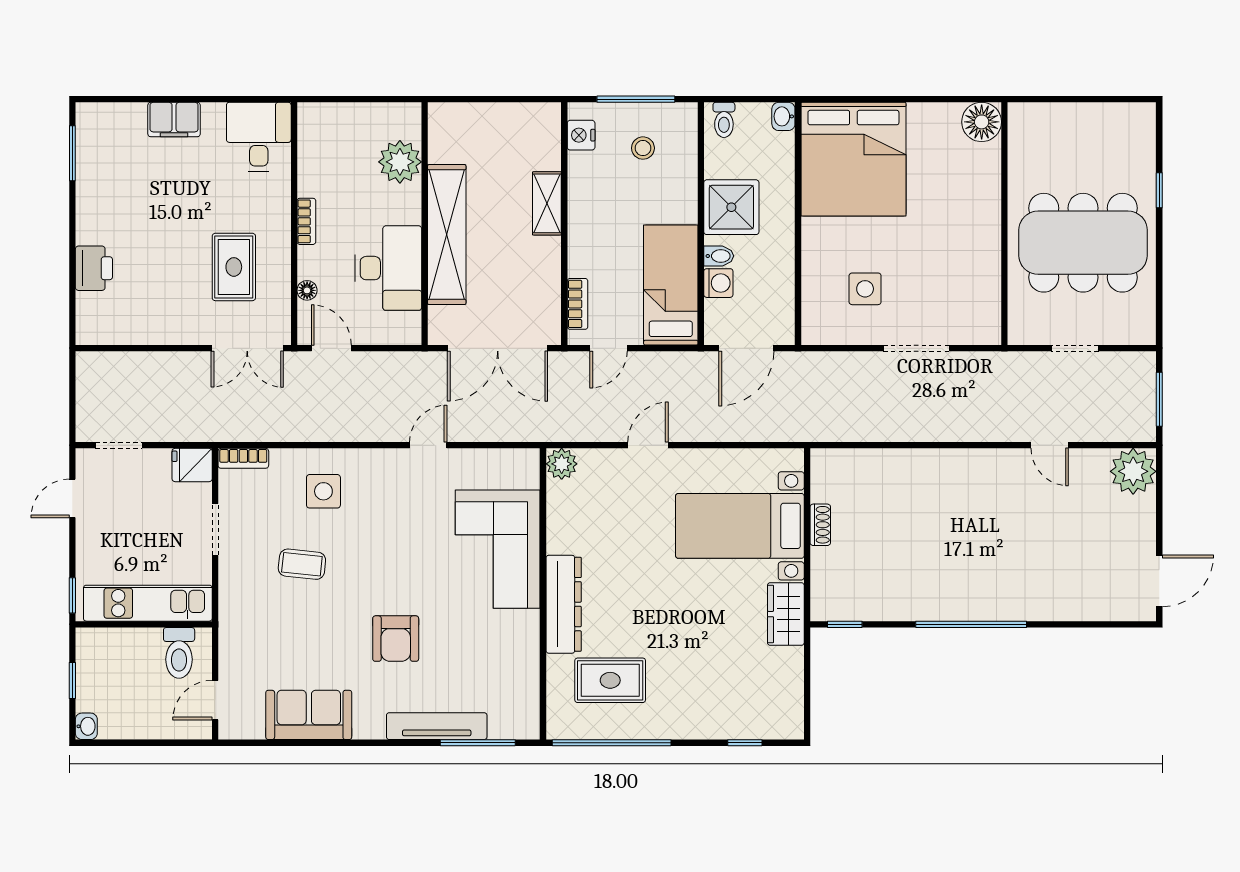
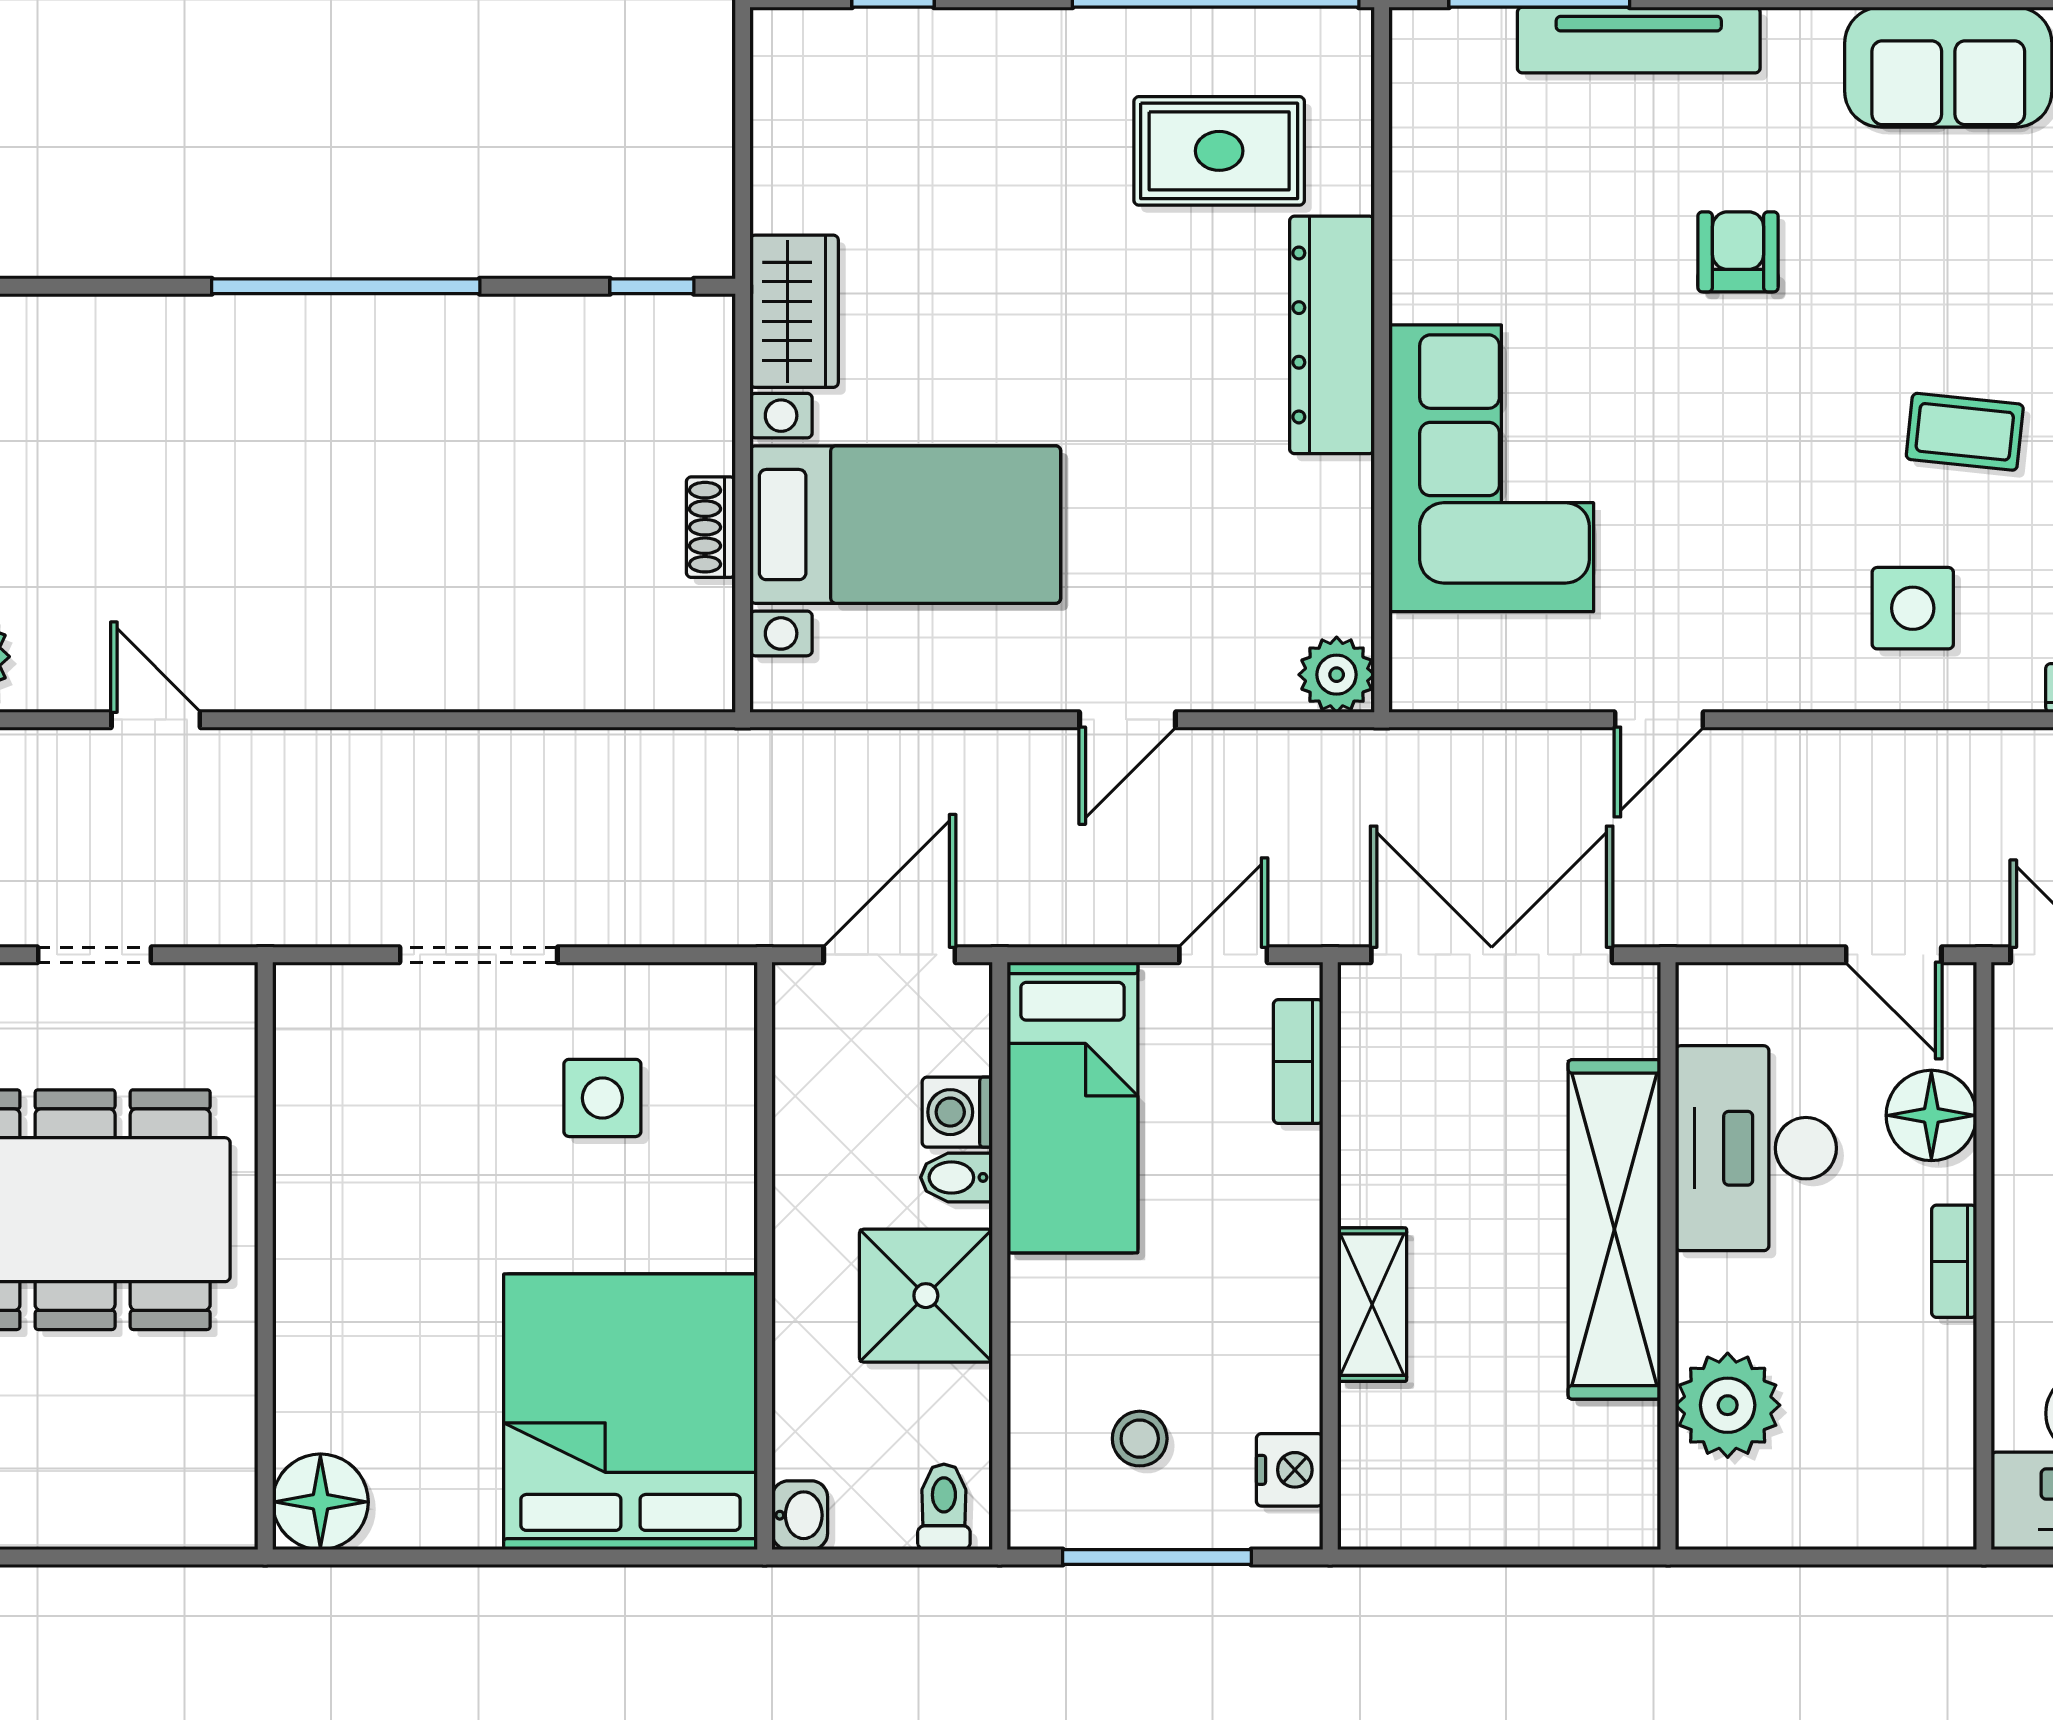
floor lamp: (307, 290) -> (1931, 1115), width x1.89, depth x1.89
armchair: (396, 639) -> (1738, 252), width x0.72, depth x0.72

